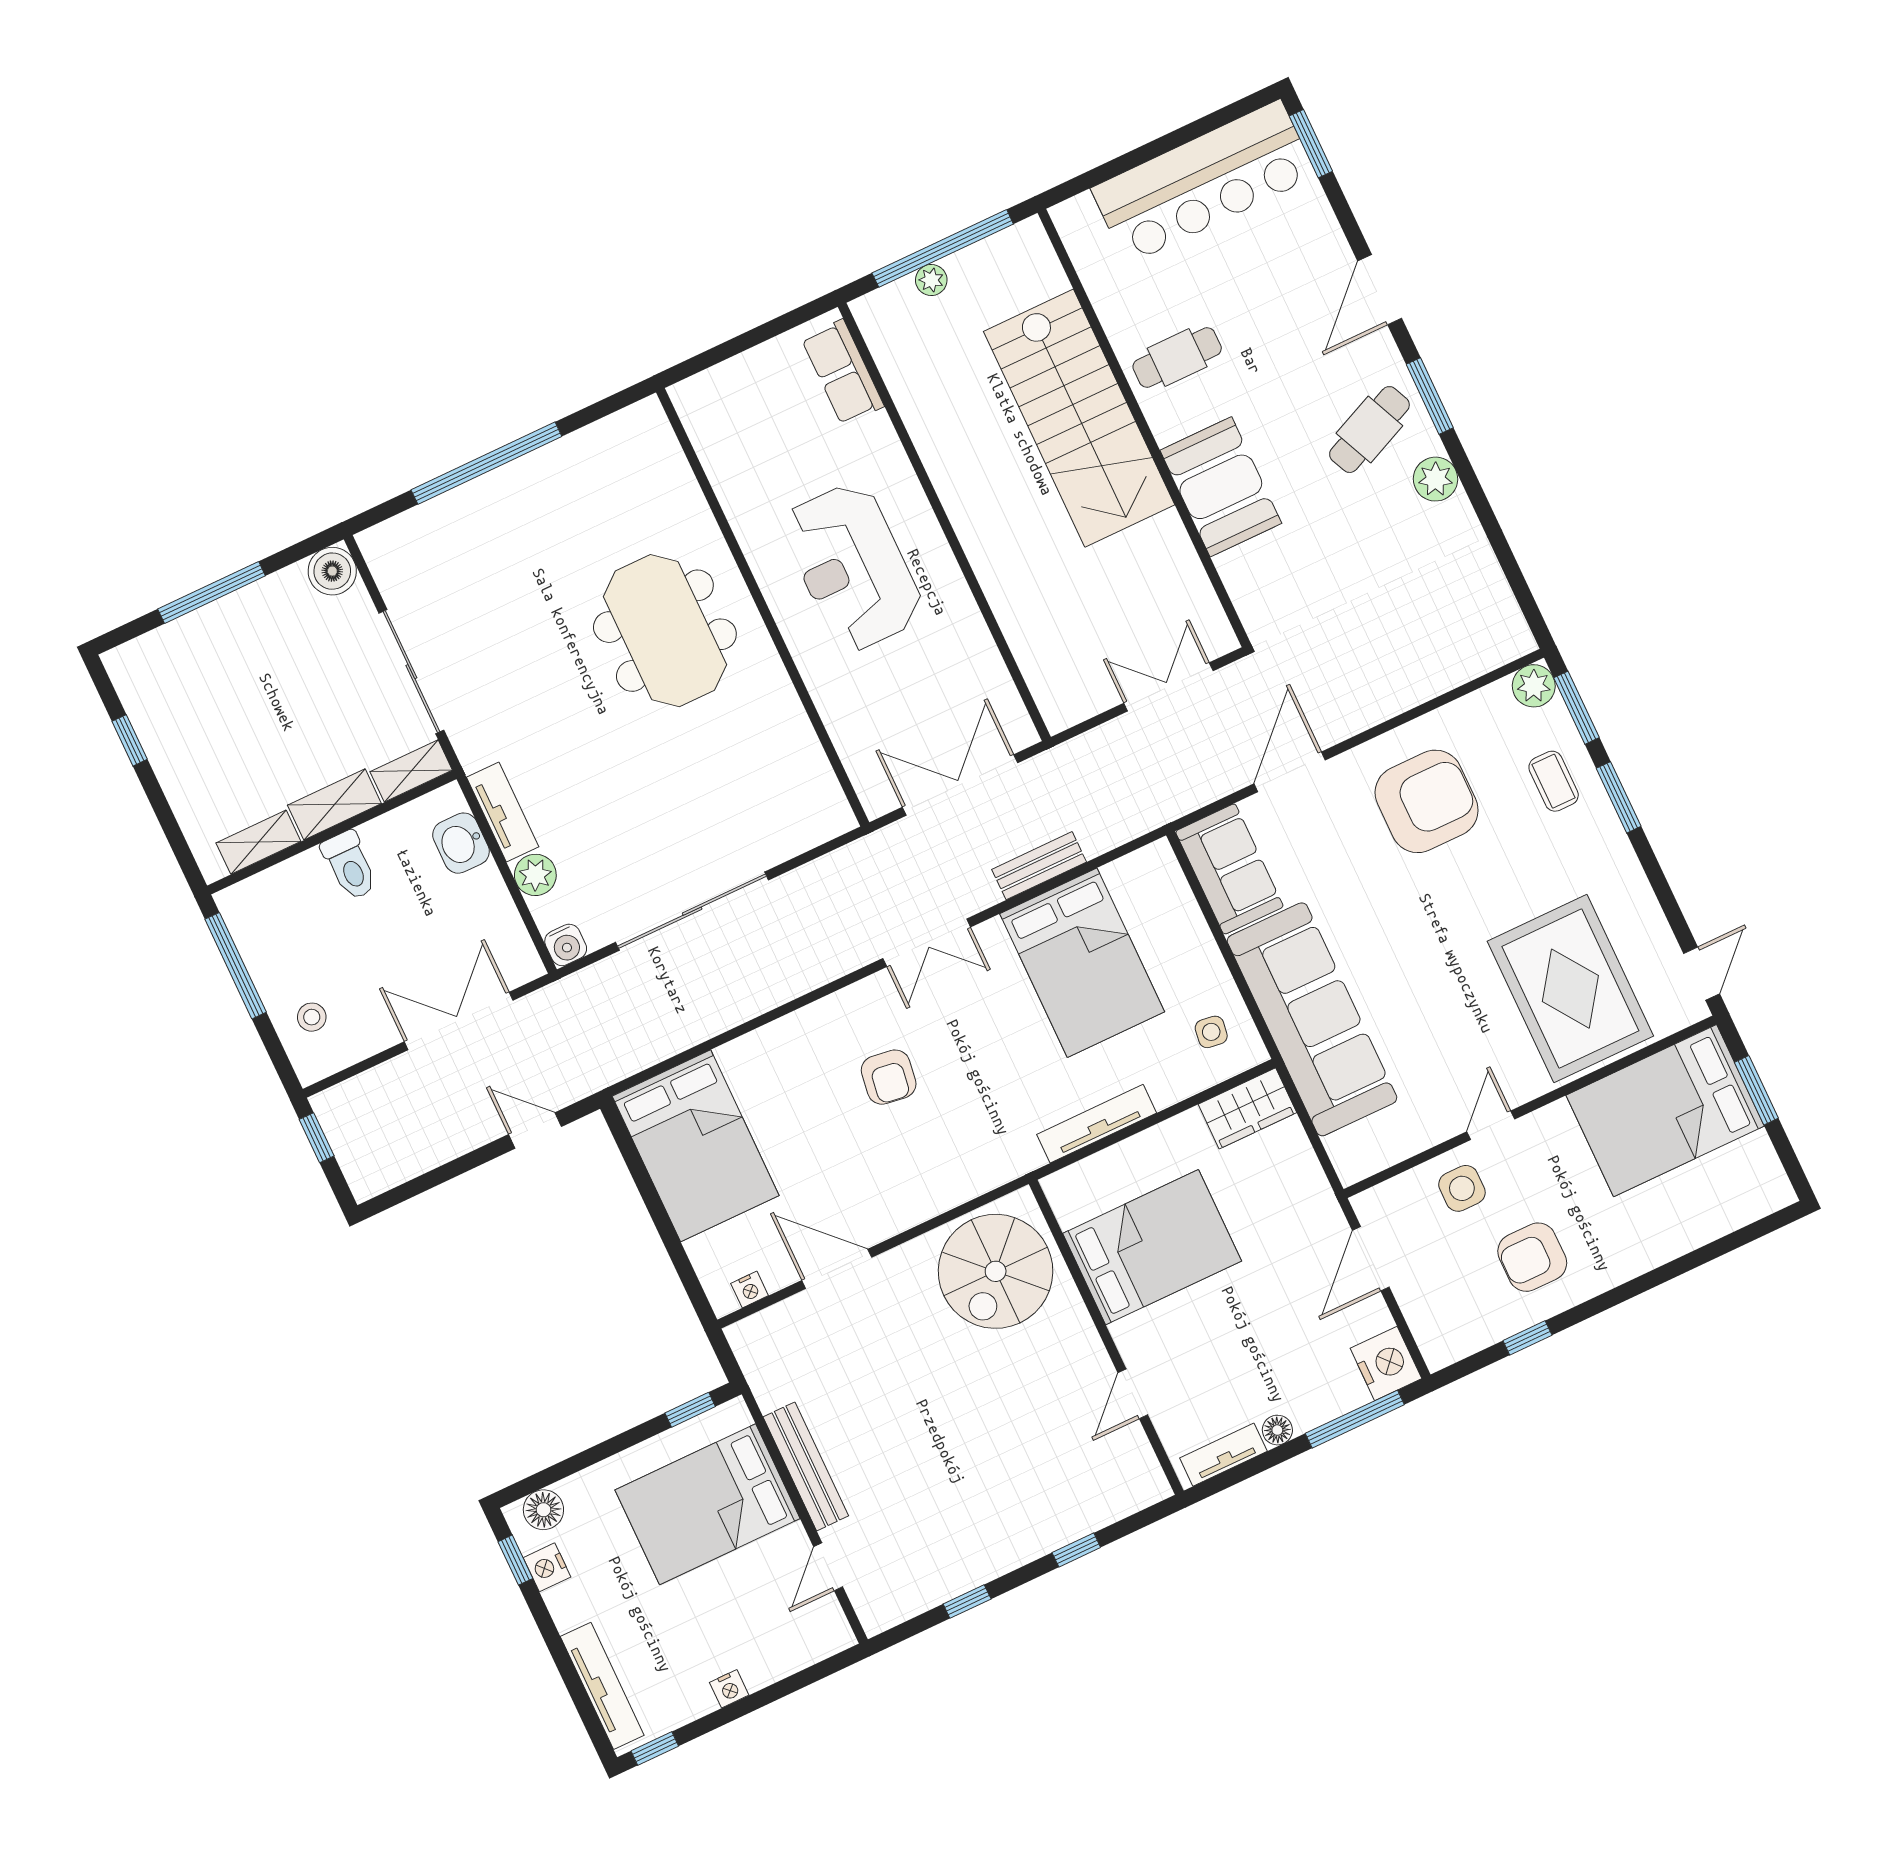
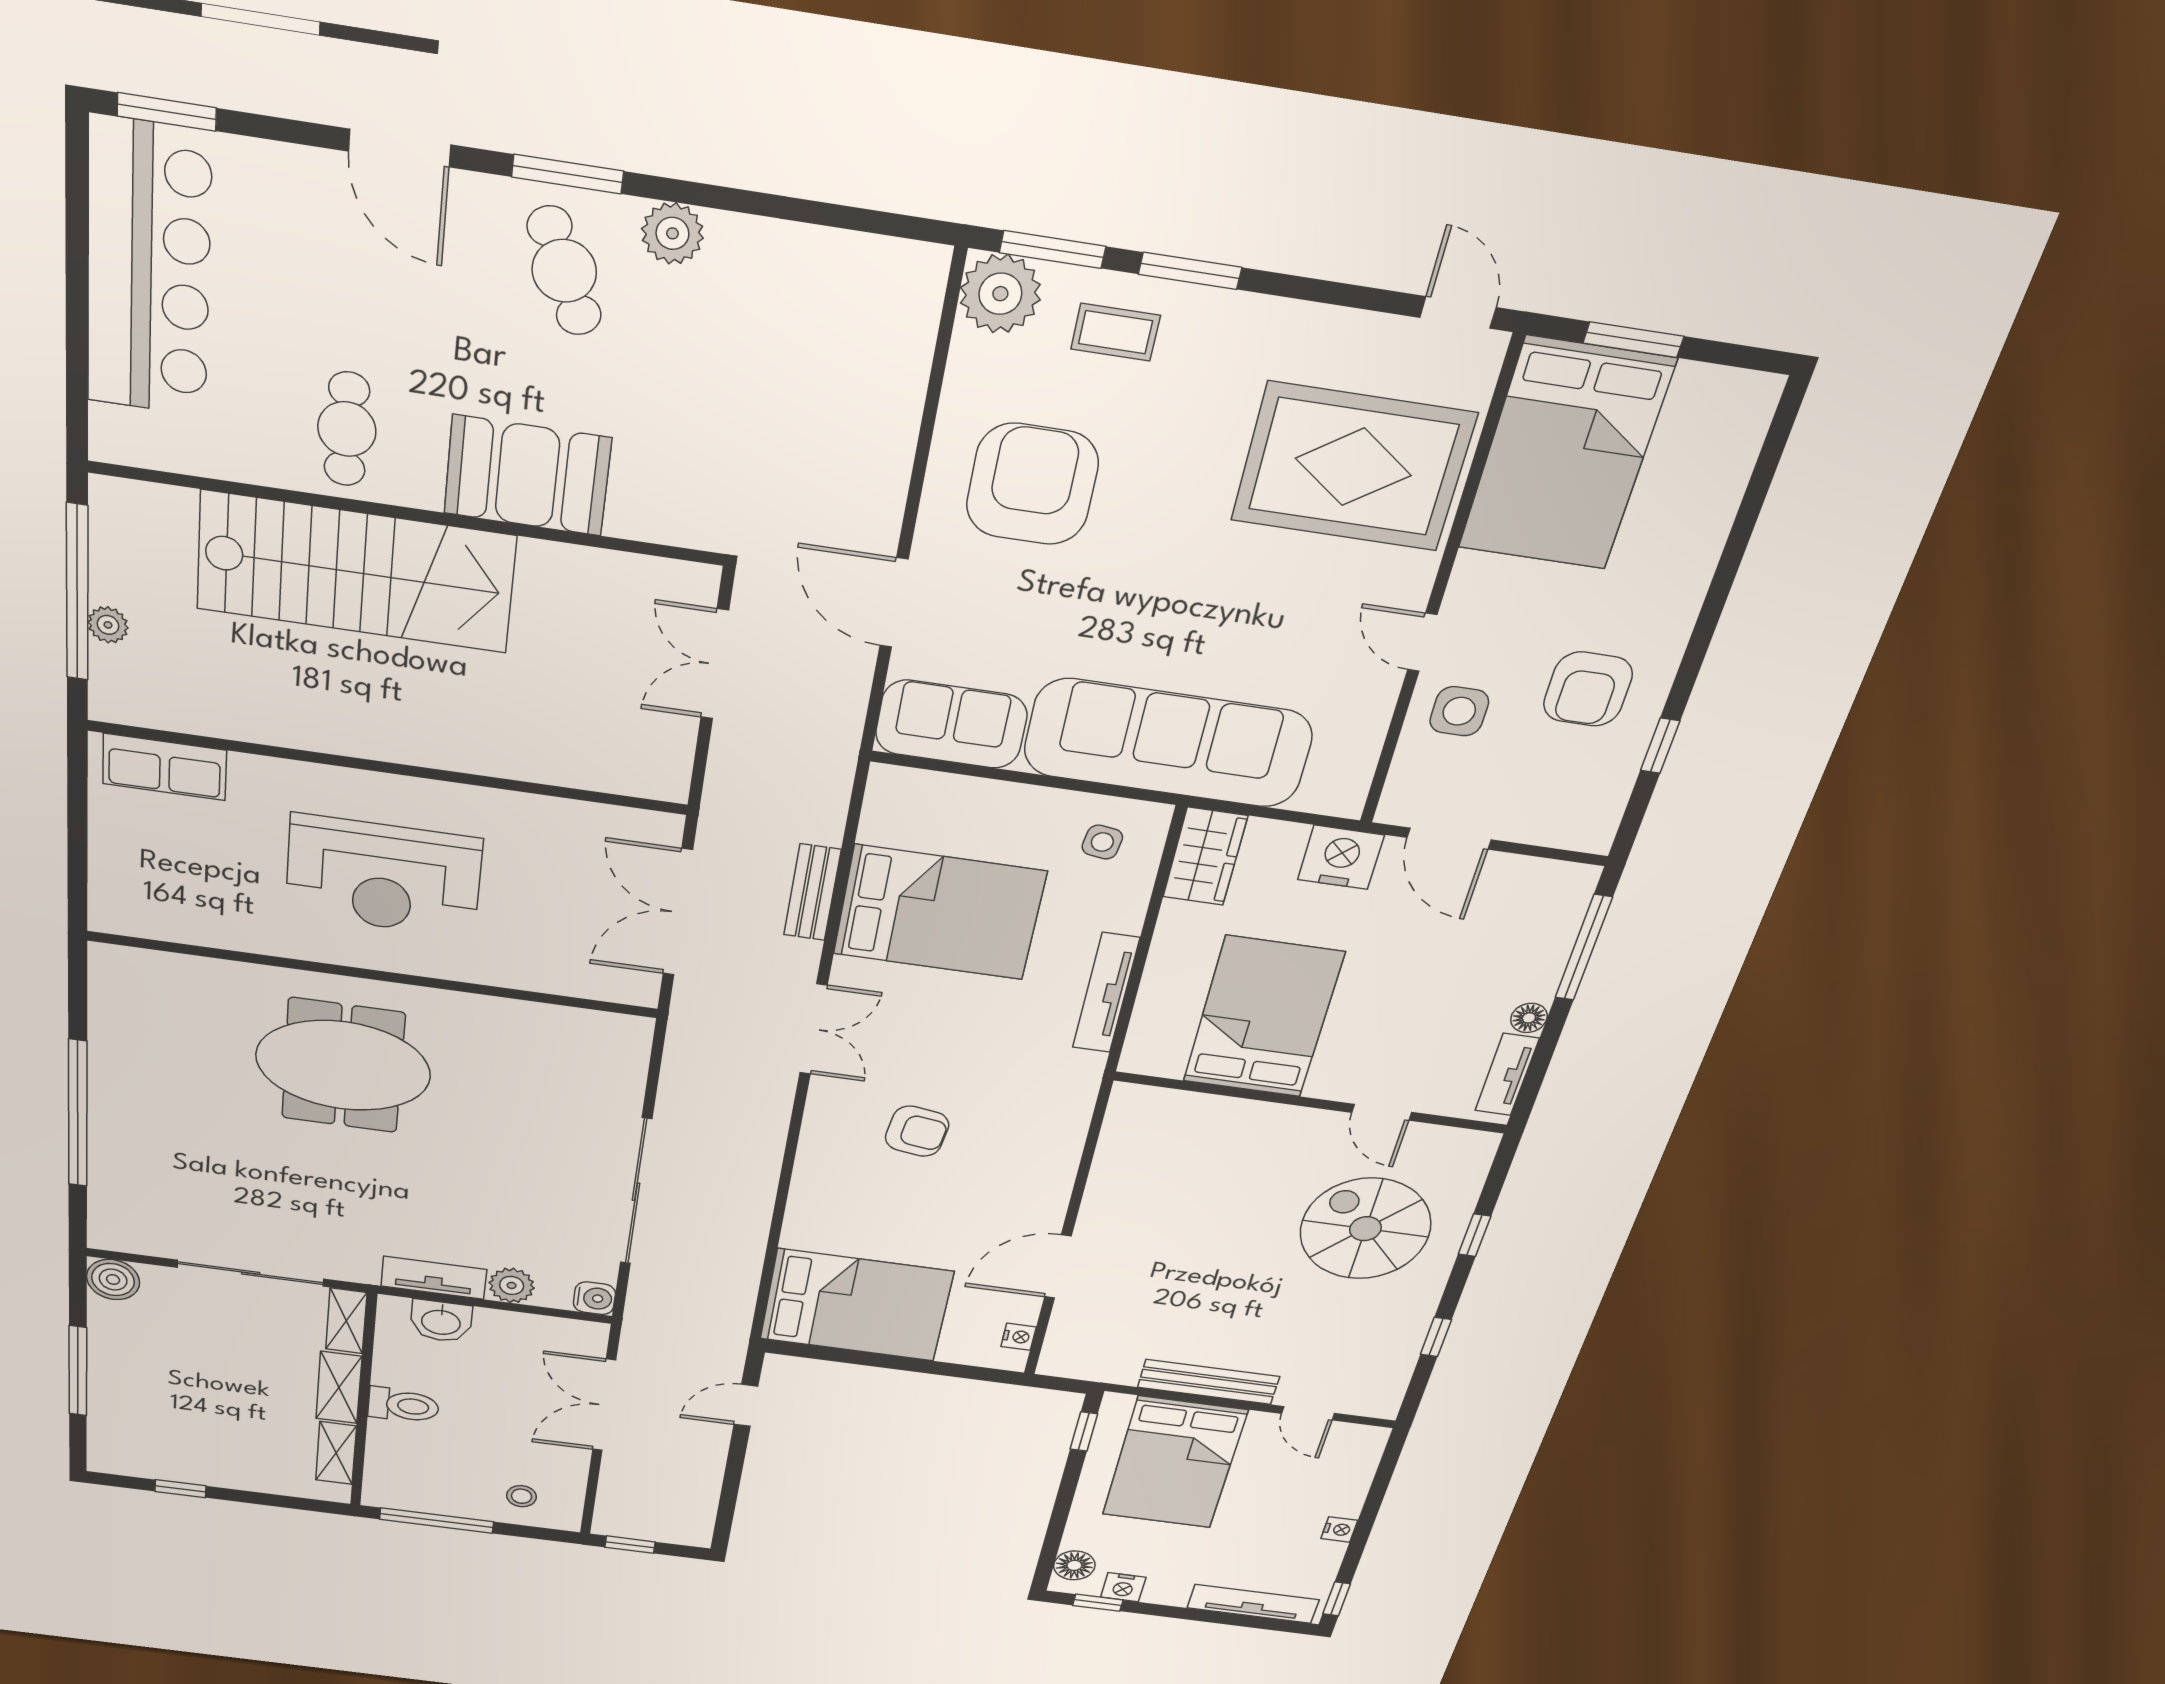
plant: (1534, 686) -> (1000, 294), width x1.36, depth x1.36
spiral stairs: (996, 1271) -> (1365, 1229), moved, turned 180
nightstand: (1386, 1363) -> (1341, 857), moved

